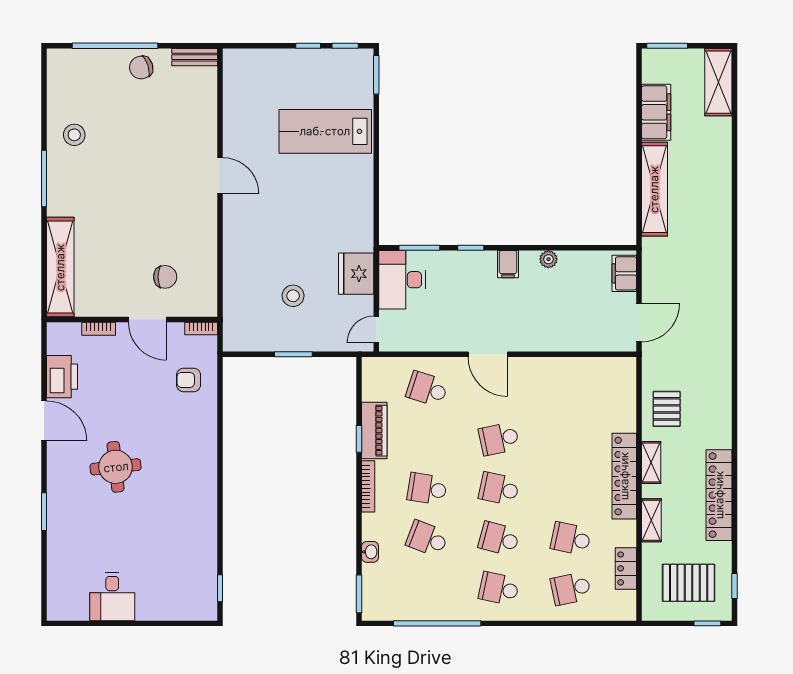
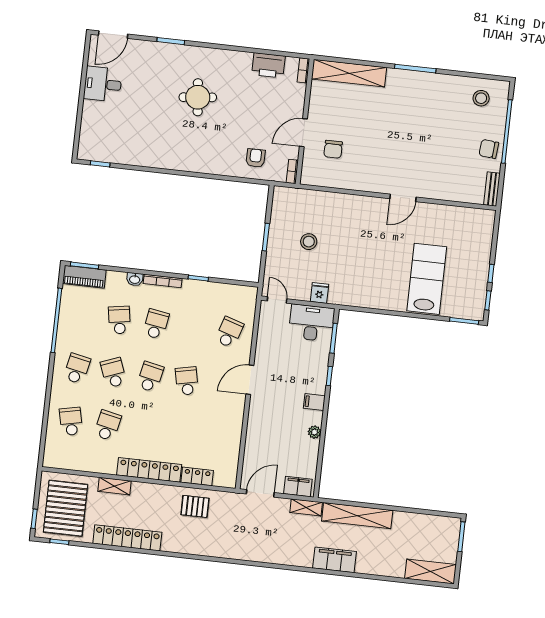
chair: (141, 68) -> (489, 149), turned -67
filing cabinet: (656, 112) -> (334, 560), moved, turned 180
stool: (74, 135) -> (481, 98), moved
fridge: (356, 274) -> (319, 293), width x0.53, depth x0.75
door: (639, 323) -> (260, 493), swing flipped
bookcase: (99, 329) -> (303, 70), moved
door: (44, 421) -> (113, 35), moved
piano: (374, 431) -> (84, 277), moved
shelving: (651, 462) -> (306, 507), moved
school desk: (427, 539) -> (119, 320), turned -30
school desk: (499, 539) -> (113, 373), turned -36
washbasin: (370, 552) -> (135, 279), moved
locker: (626, 568) -> (197, 476), moved
pallet: (689, 583) -> (66, 508), width x1.37, depth x1.41

